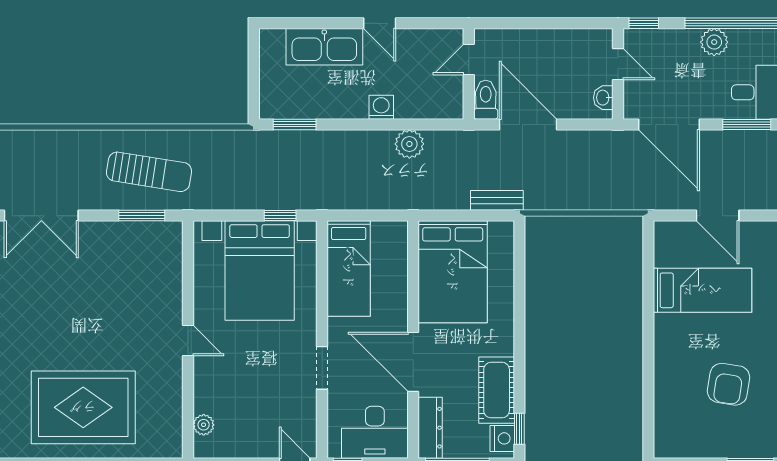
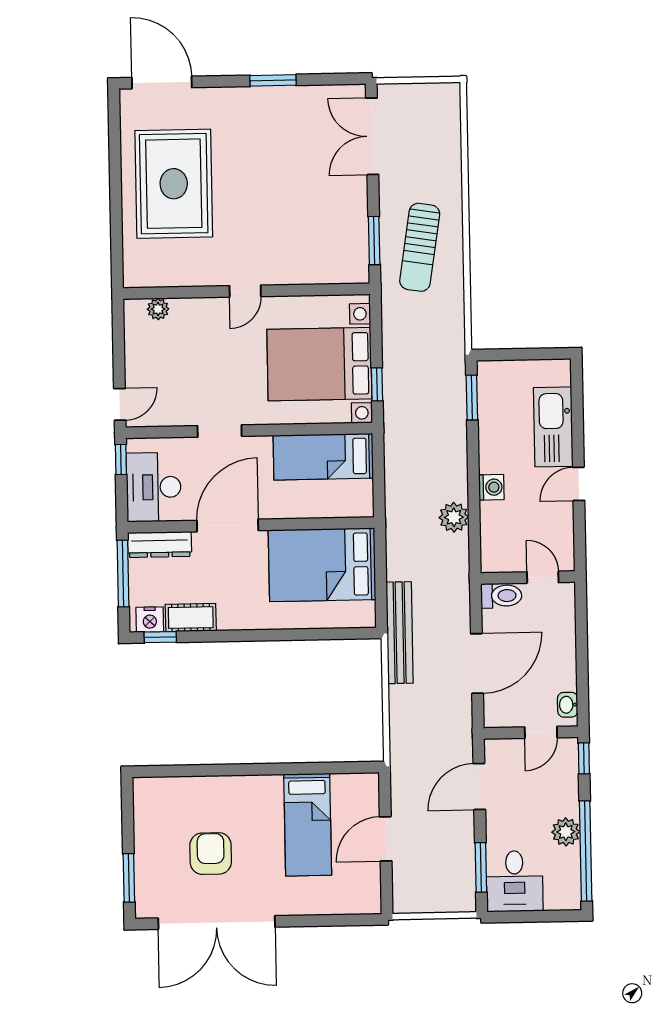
washbasin: (603, 98) -> (568, 705), moved, turned -90
door: (528, 124) -> (477, 663), moved
door: (669, 124) -> (479, 787), width x0.73
bench: (497, 200) -> (400, 633), width x1.86, depth x1.21
armchair: (729, 384) -> (211, 854), turned 81
cot: (497, 390) -> (191, 618), width x0.73, depth x0.75

